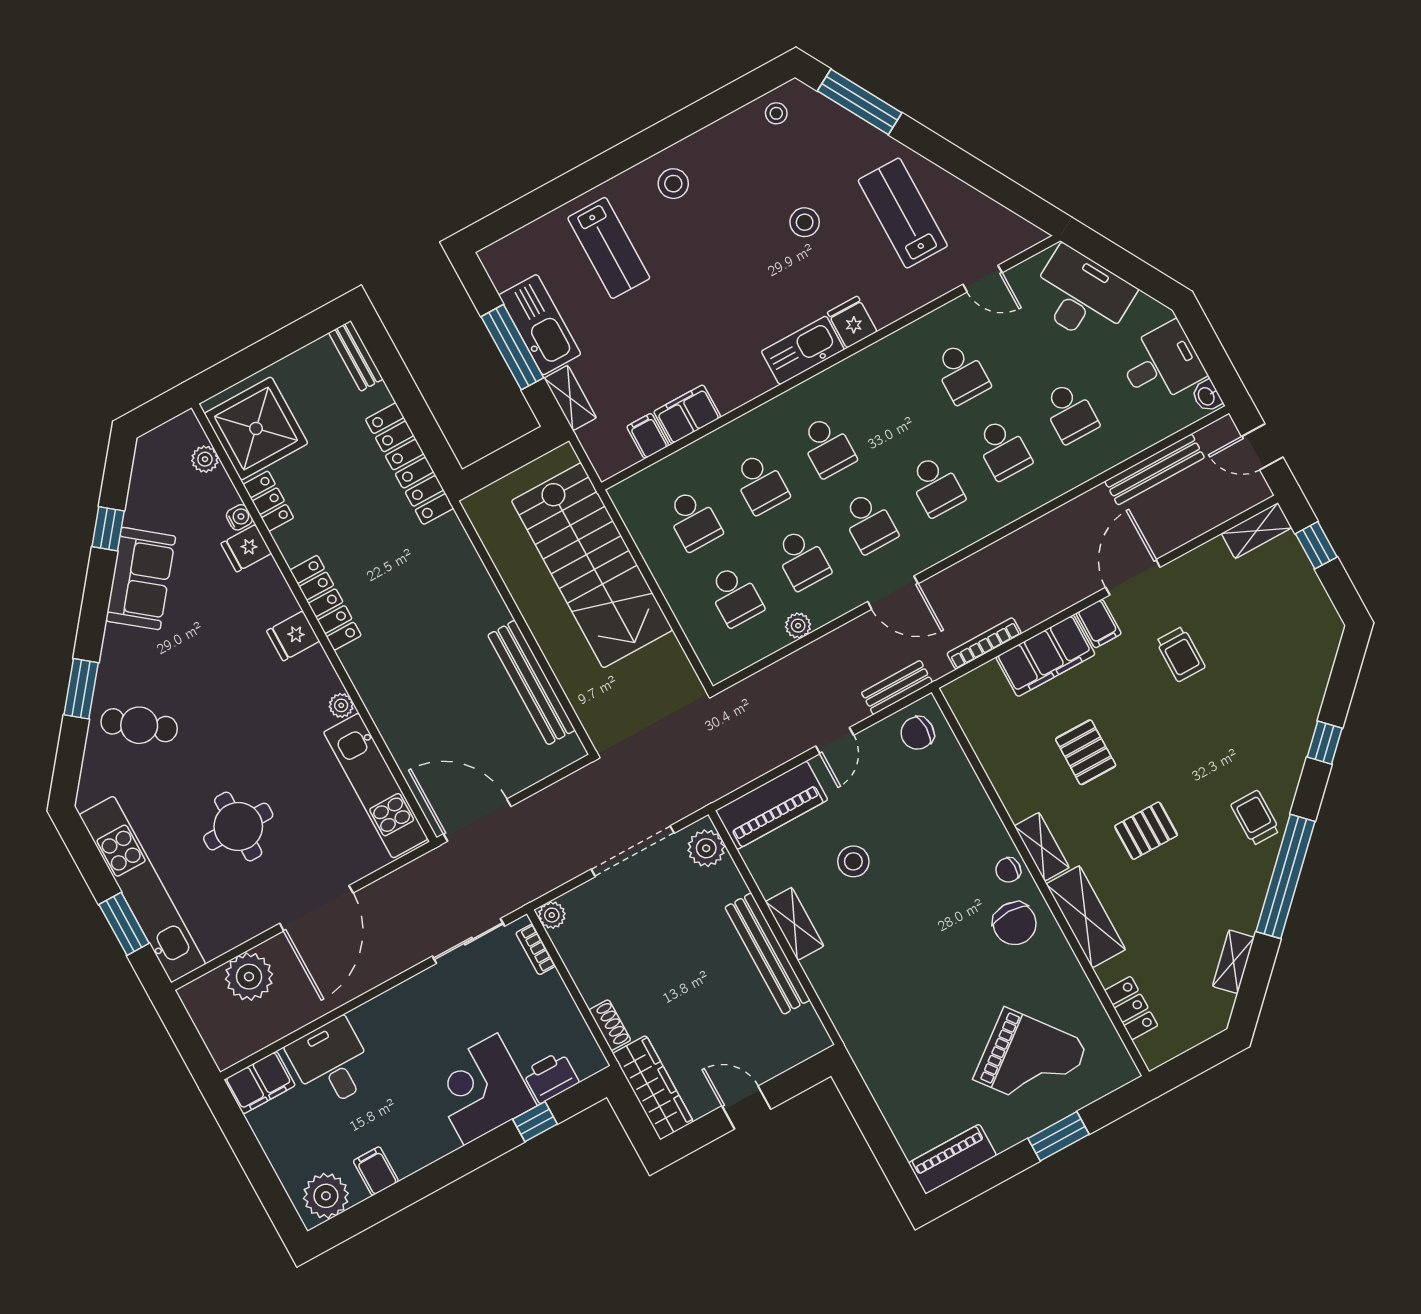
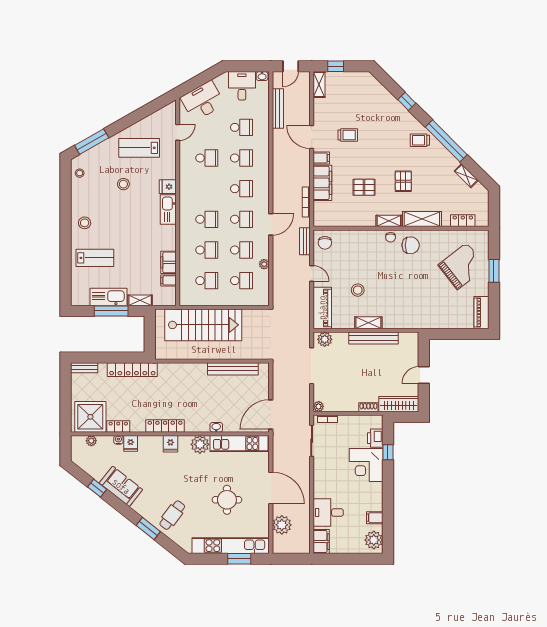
plant: (341, 705) -> (200, 444), width x1.88, depth x1.88
washbasin: (384, 716) -> (216, 427), added

